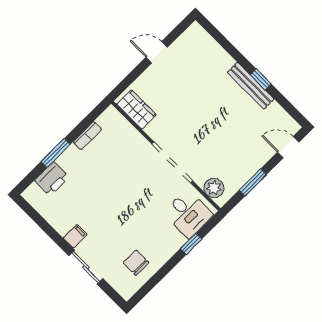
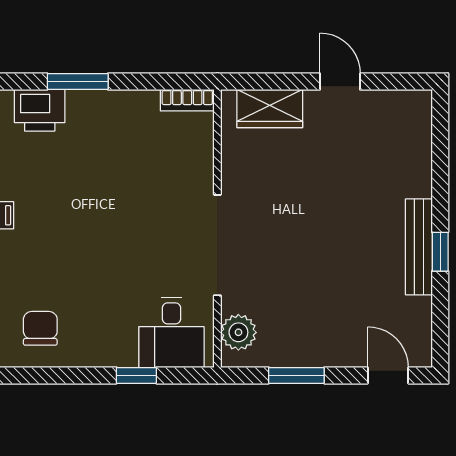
wardrobe: (137, 109) -> (270, 108), moved, turned 90
bookcase: (87, 136) -> (187, 100), moved

